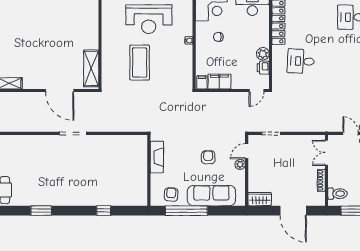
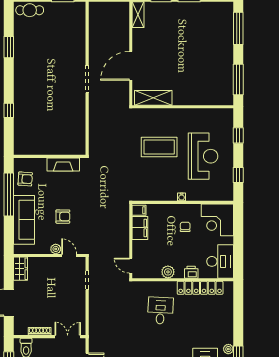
reception desk: (149, 19) -> (203, 156), turned 180
printer: (263, 68) -> (191, 272), moved

